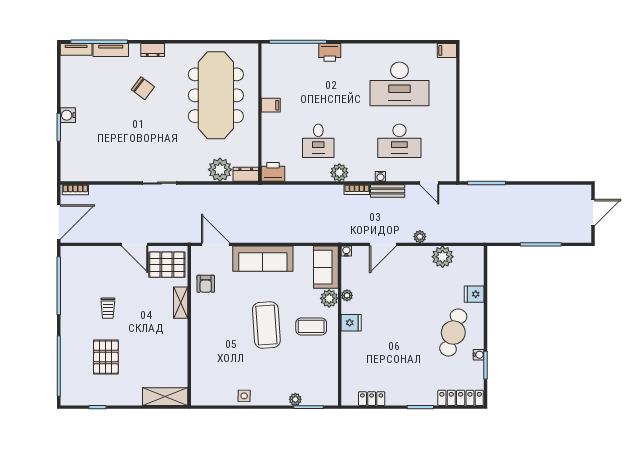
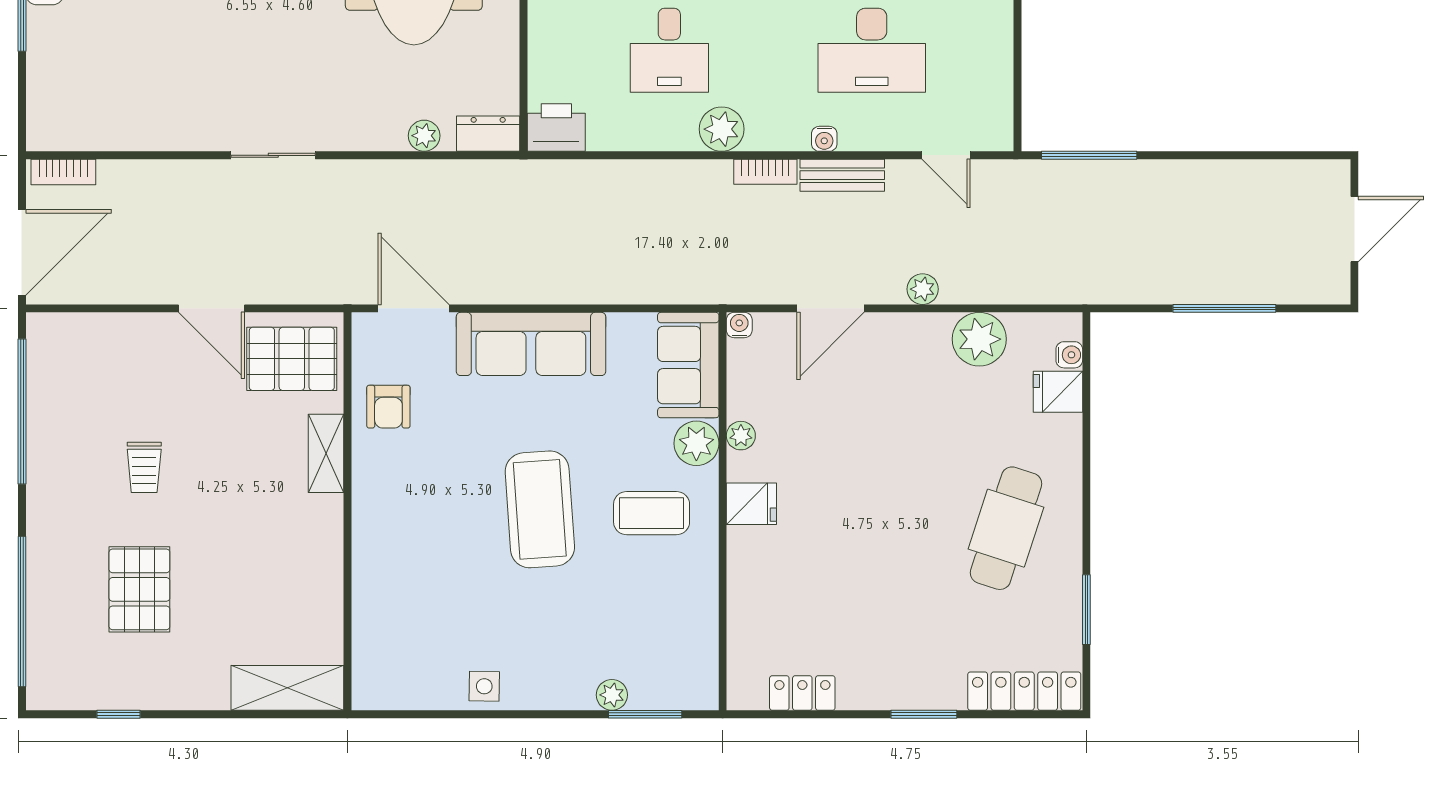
plant: (220, 170) -> (424, 136), width x0.53, depth x0.53
fridge: (474, 294) -> (1058, 392), moved
water cooler: (479, 355) -> (1069, 355), moved

